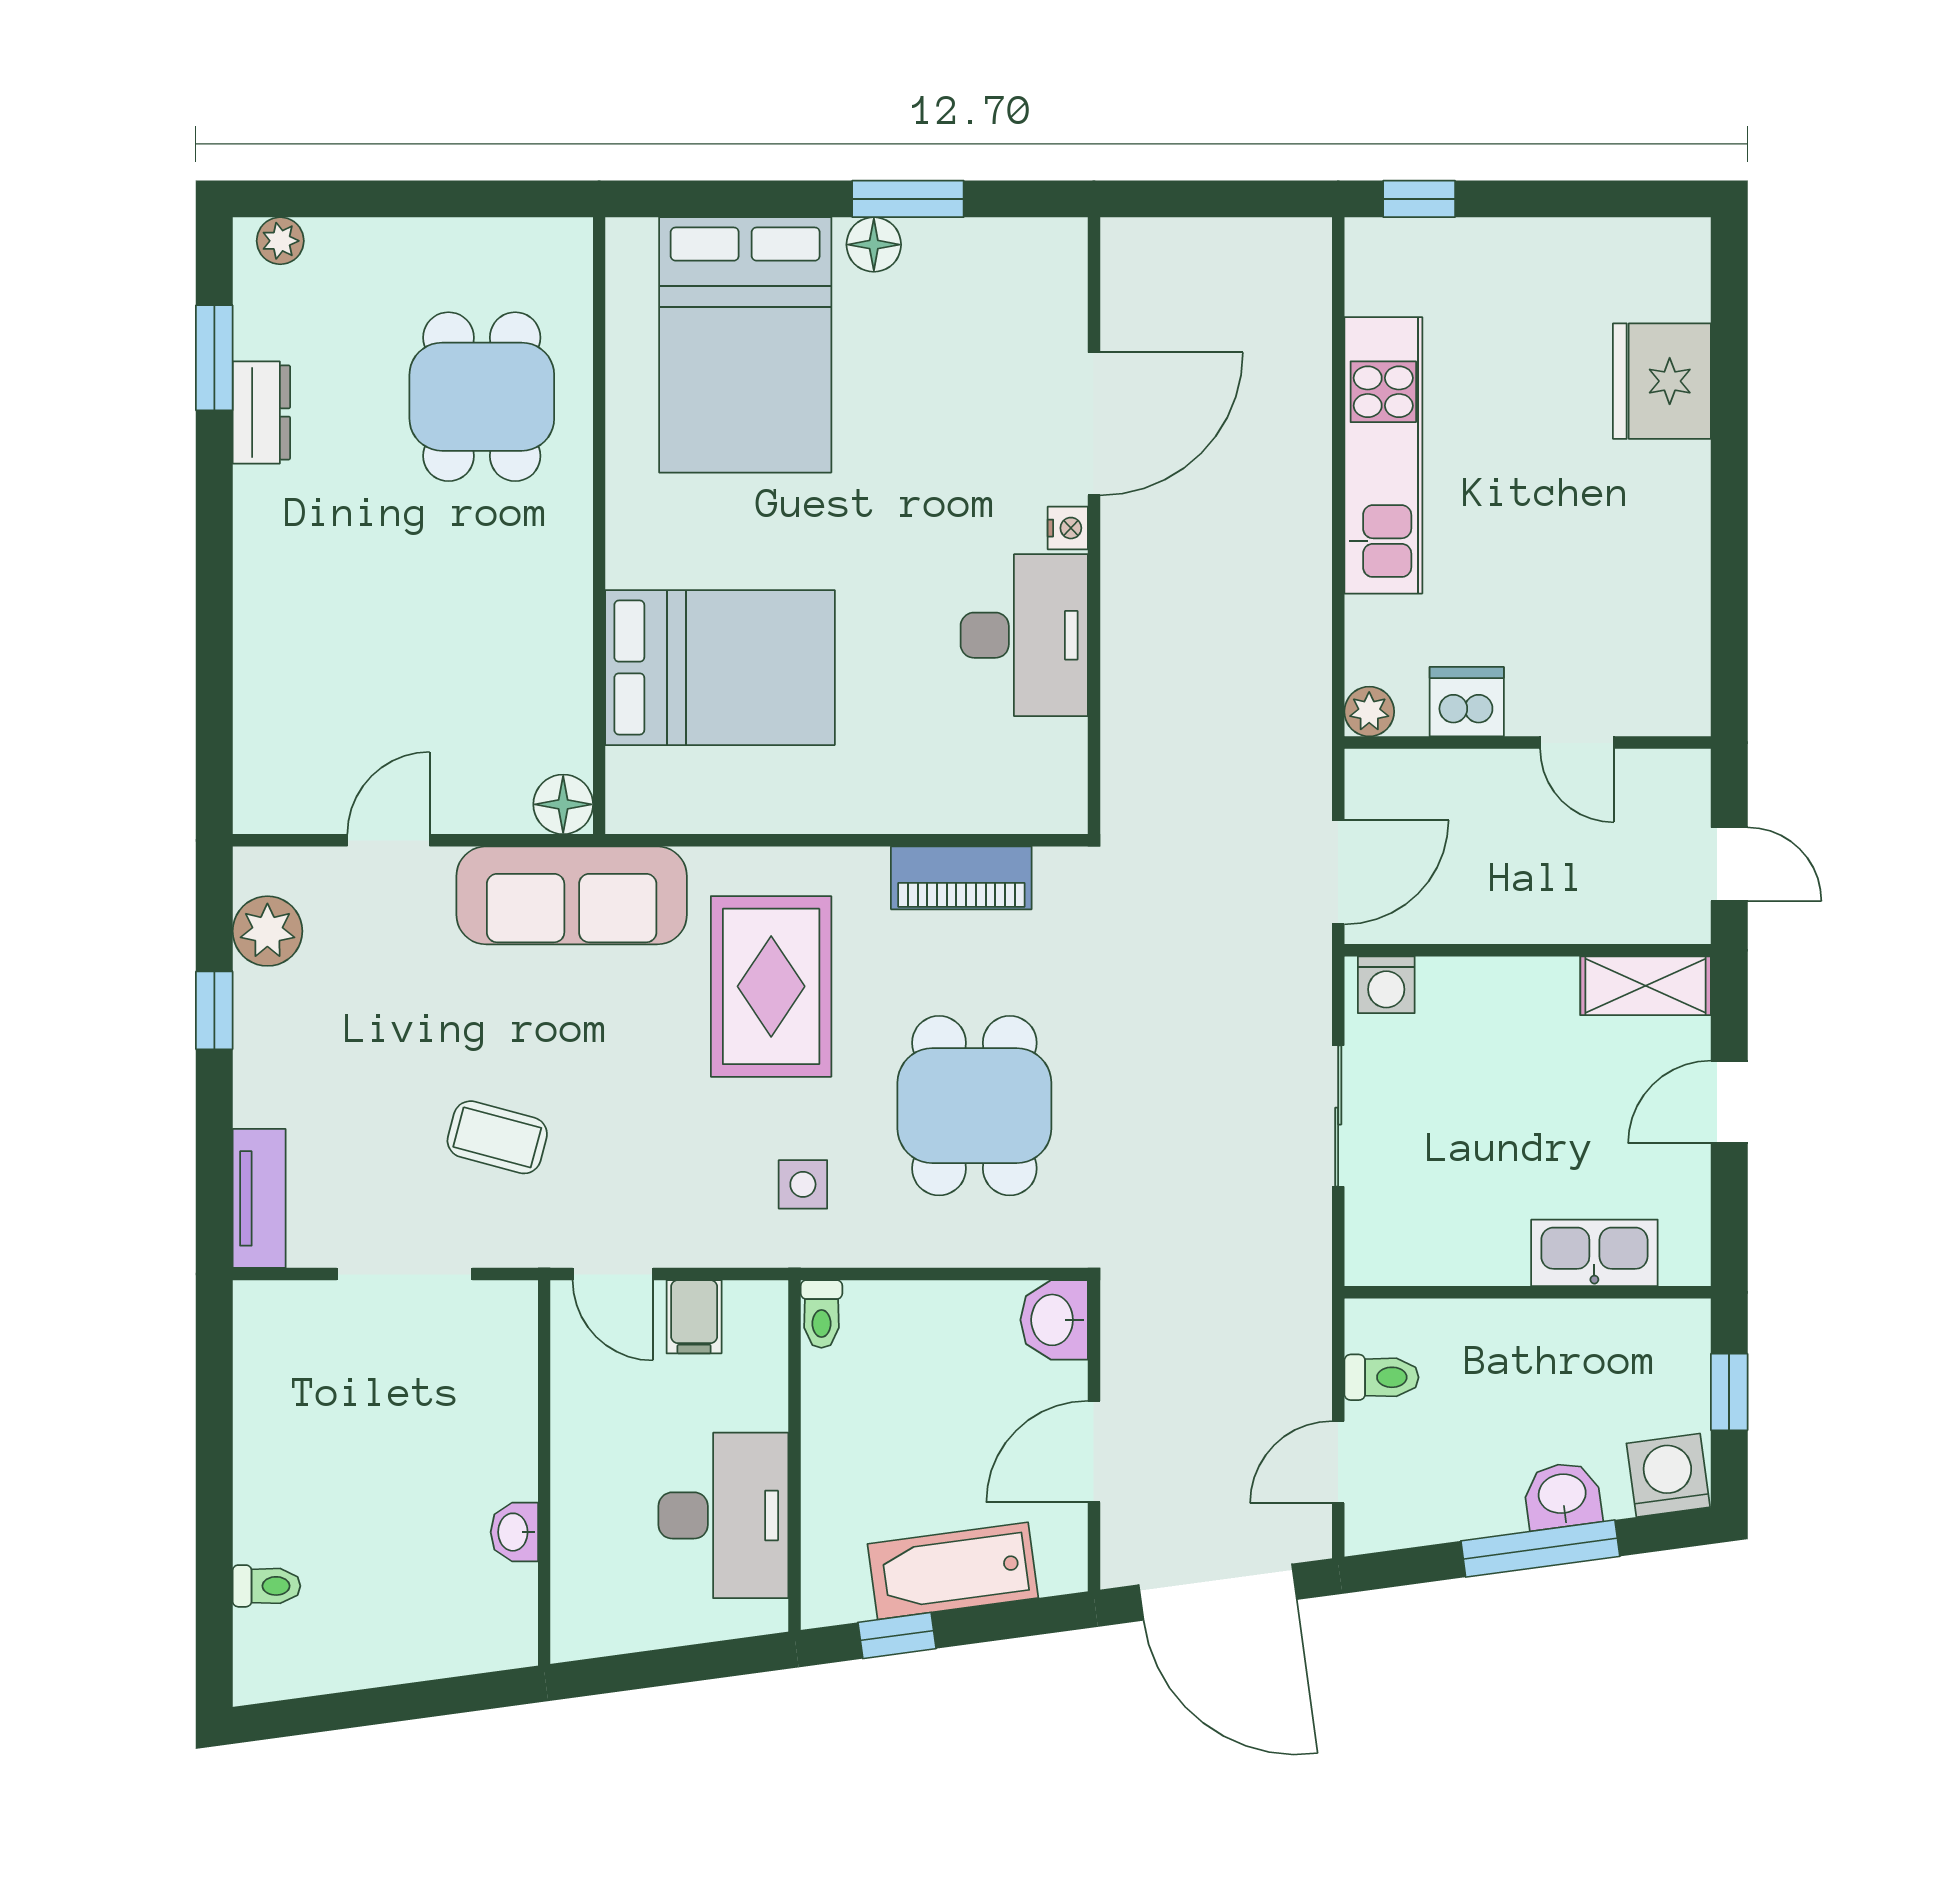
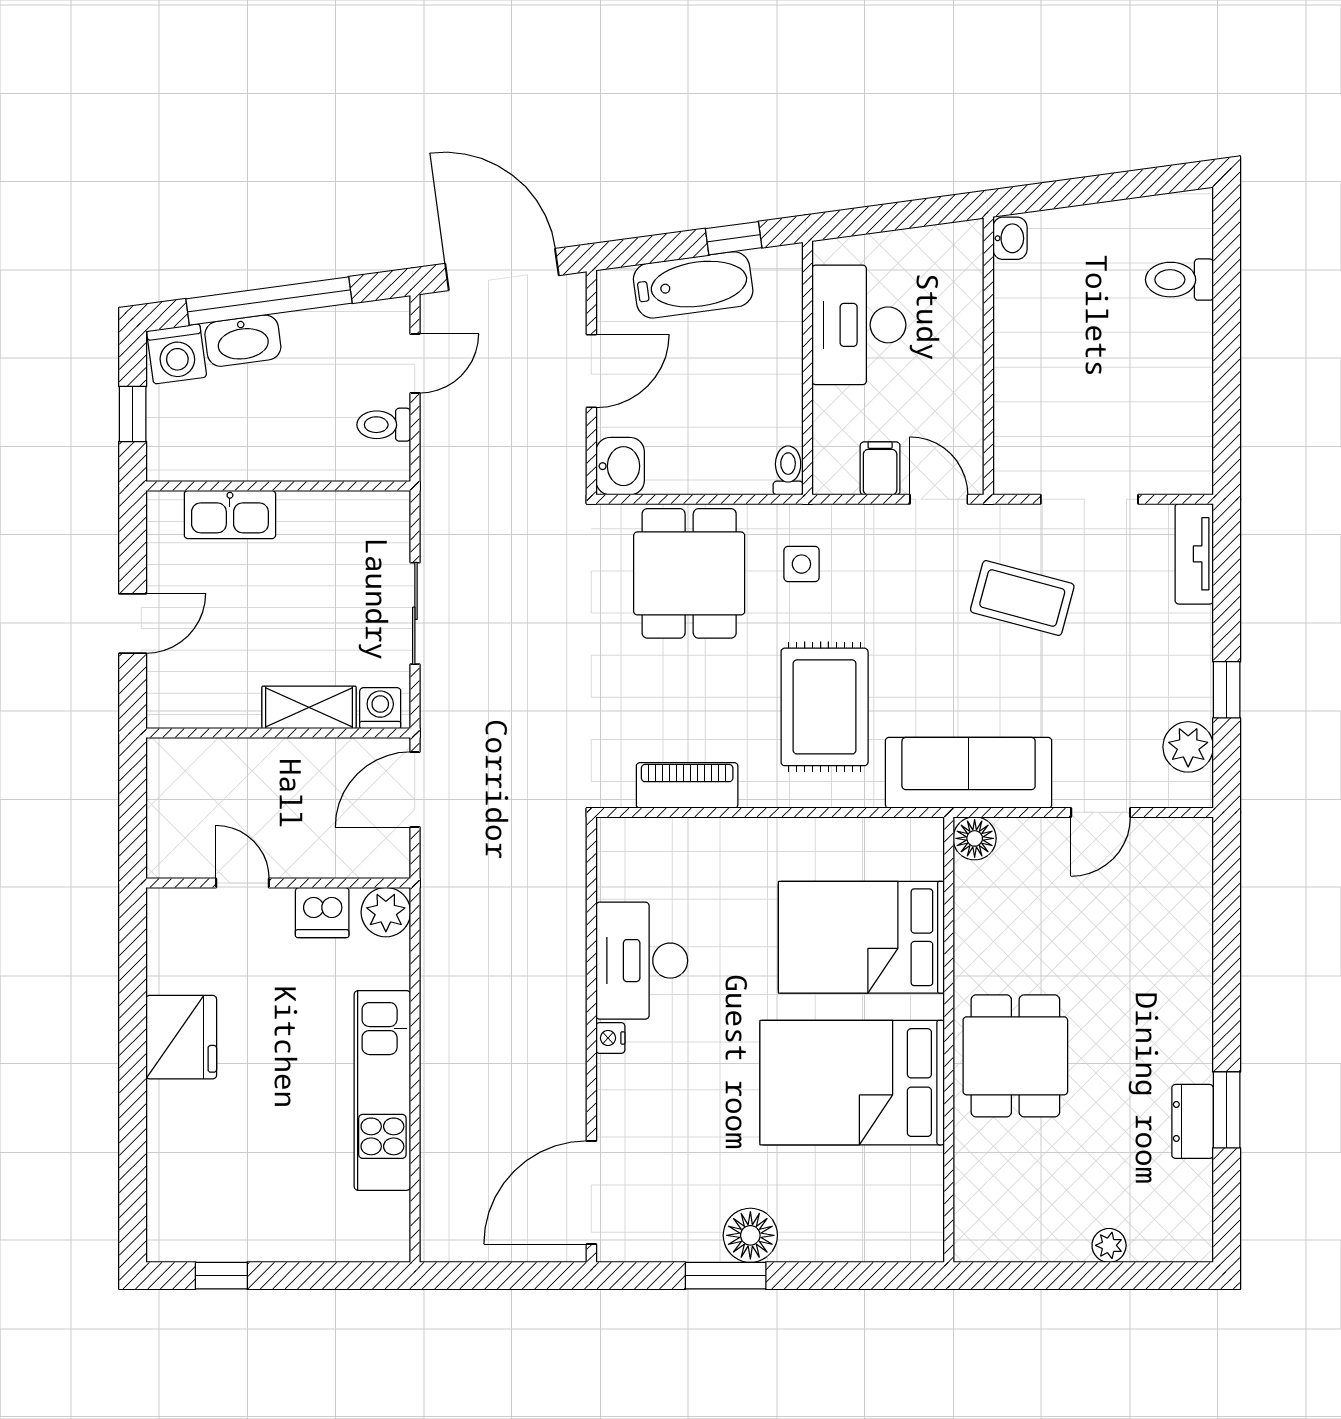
window: (1419, 199) -> (221, 1276), moved
plant: (280, 241) -> (1109, 1245), moved
floor lamp: (874, 245) -> (750, 1235), width x1.38, depth x1.38
bed: (745, 345) -> (852, 1083), moved, turned -90
window: (214, 358) -> (1227, 1110), moved
fridge: (1662, 381) -> (181, 1037), moved
dining table: (482, 397) -> (1015, 1056), moved
door: (1094, 424) -> (591, 1192), moved
plant: (1369, 712) -> (386, 912), width x1.38, depth x1.38
door: (1729, 864) -> (133, 795), removed
shelving: (1646, 986) -> (309, 707), moved
dining table: (974, 1106) -> (689, 573), moved
coffee table: (497, 1137) -> (1022, 598), width x1.36, depth x1.30
washbasin: (1562, 1496) -> (243, 341), width x1.38
washbasin: (514, 1532) -> (1010, 238), moved
window: (1540, 1549) -> (269, 301), width x1.46
toilet: (267, 1586) -> (1179, 280), width x1.37, depth x1.39

